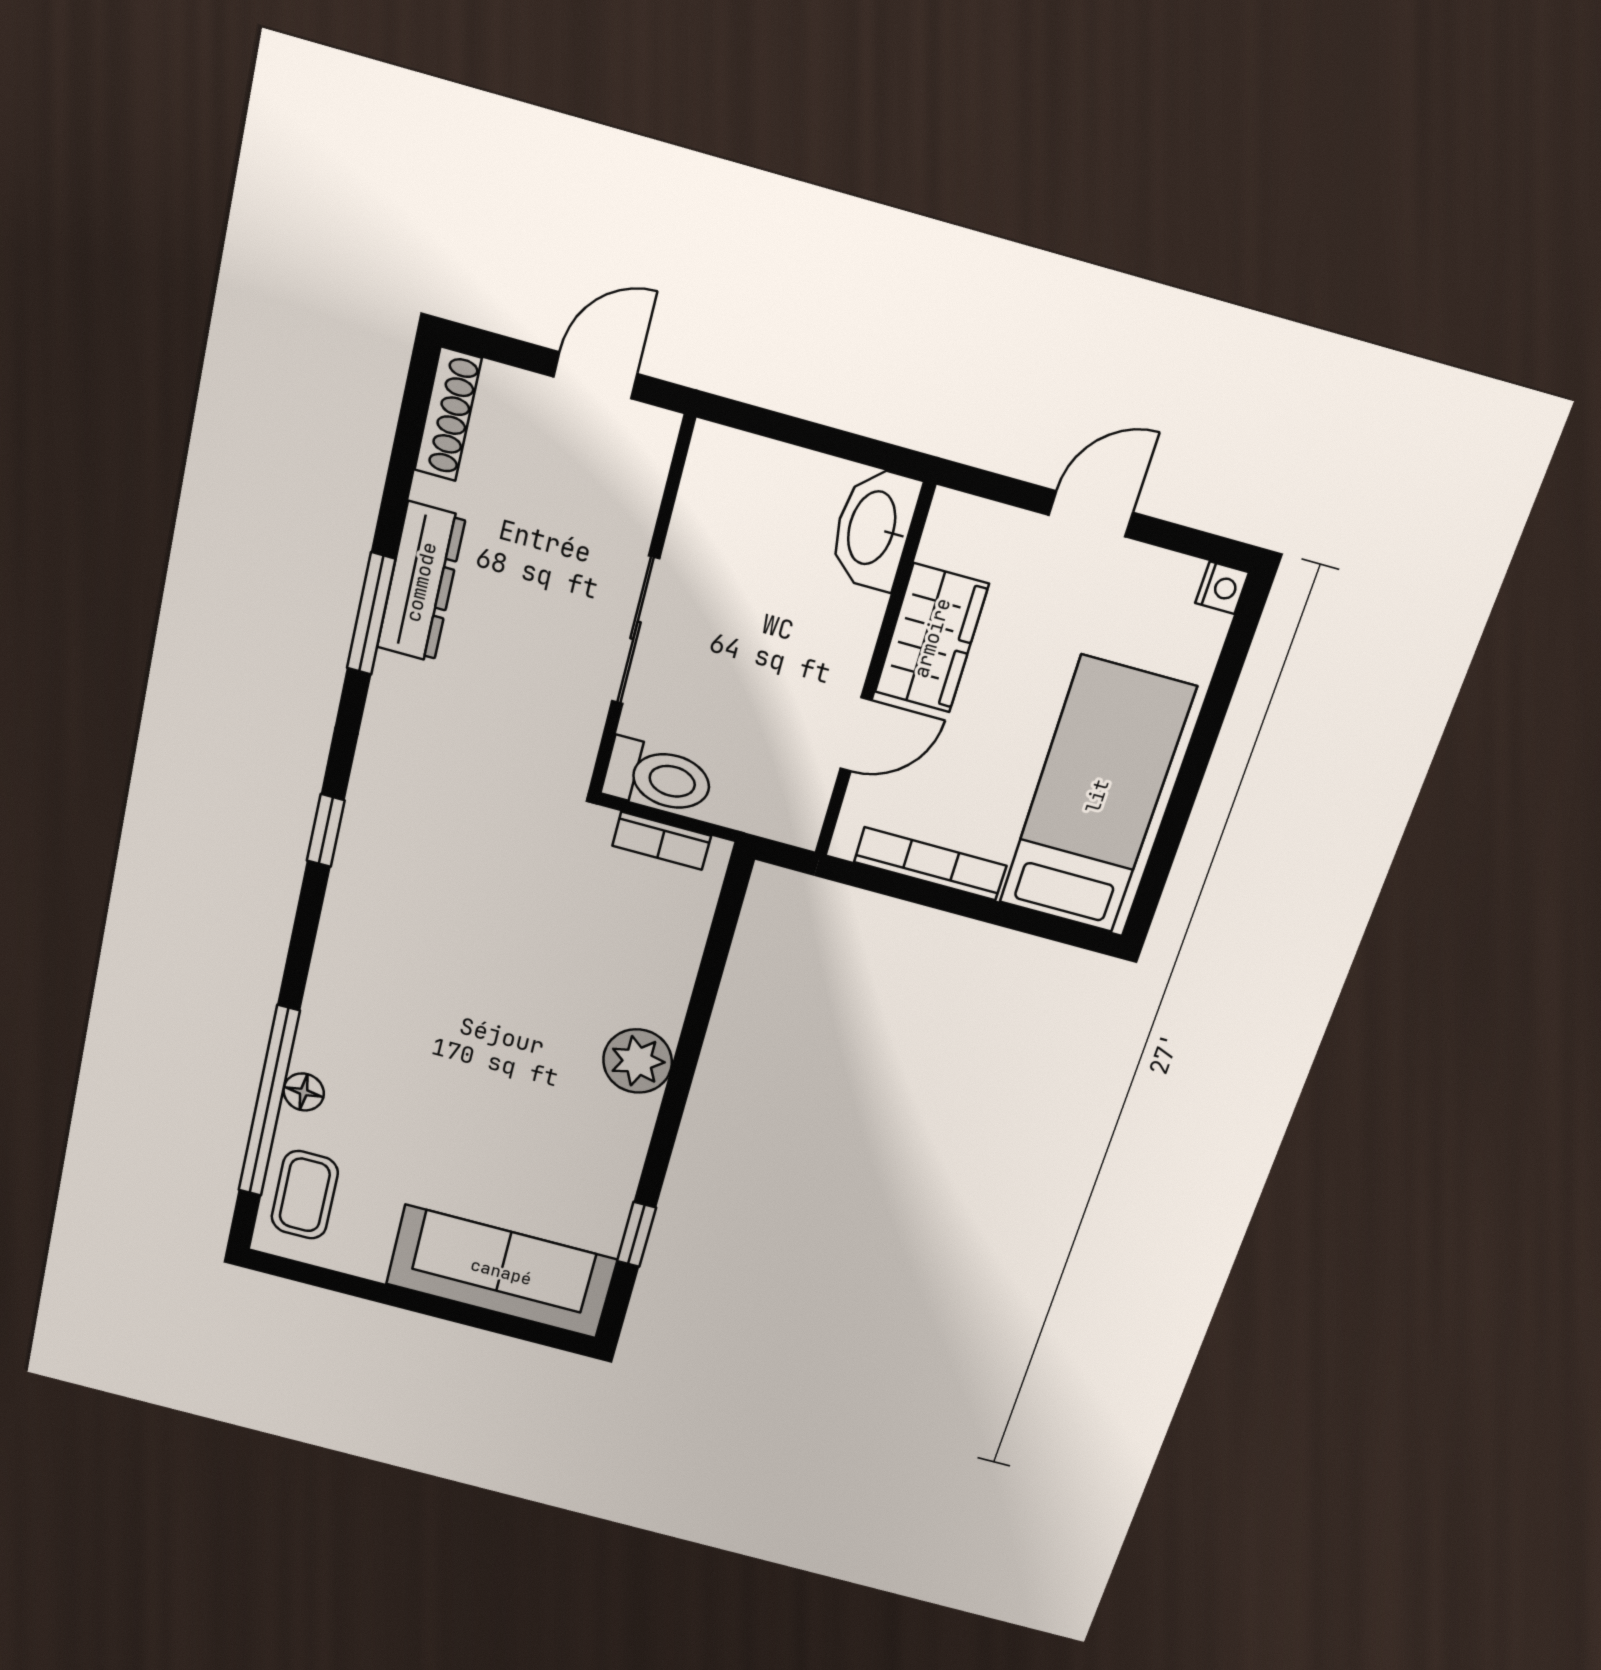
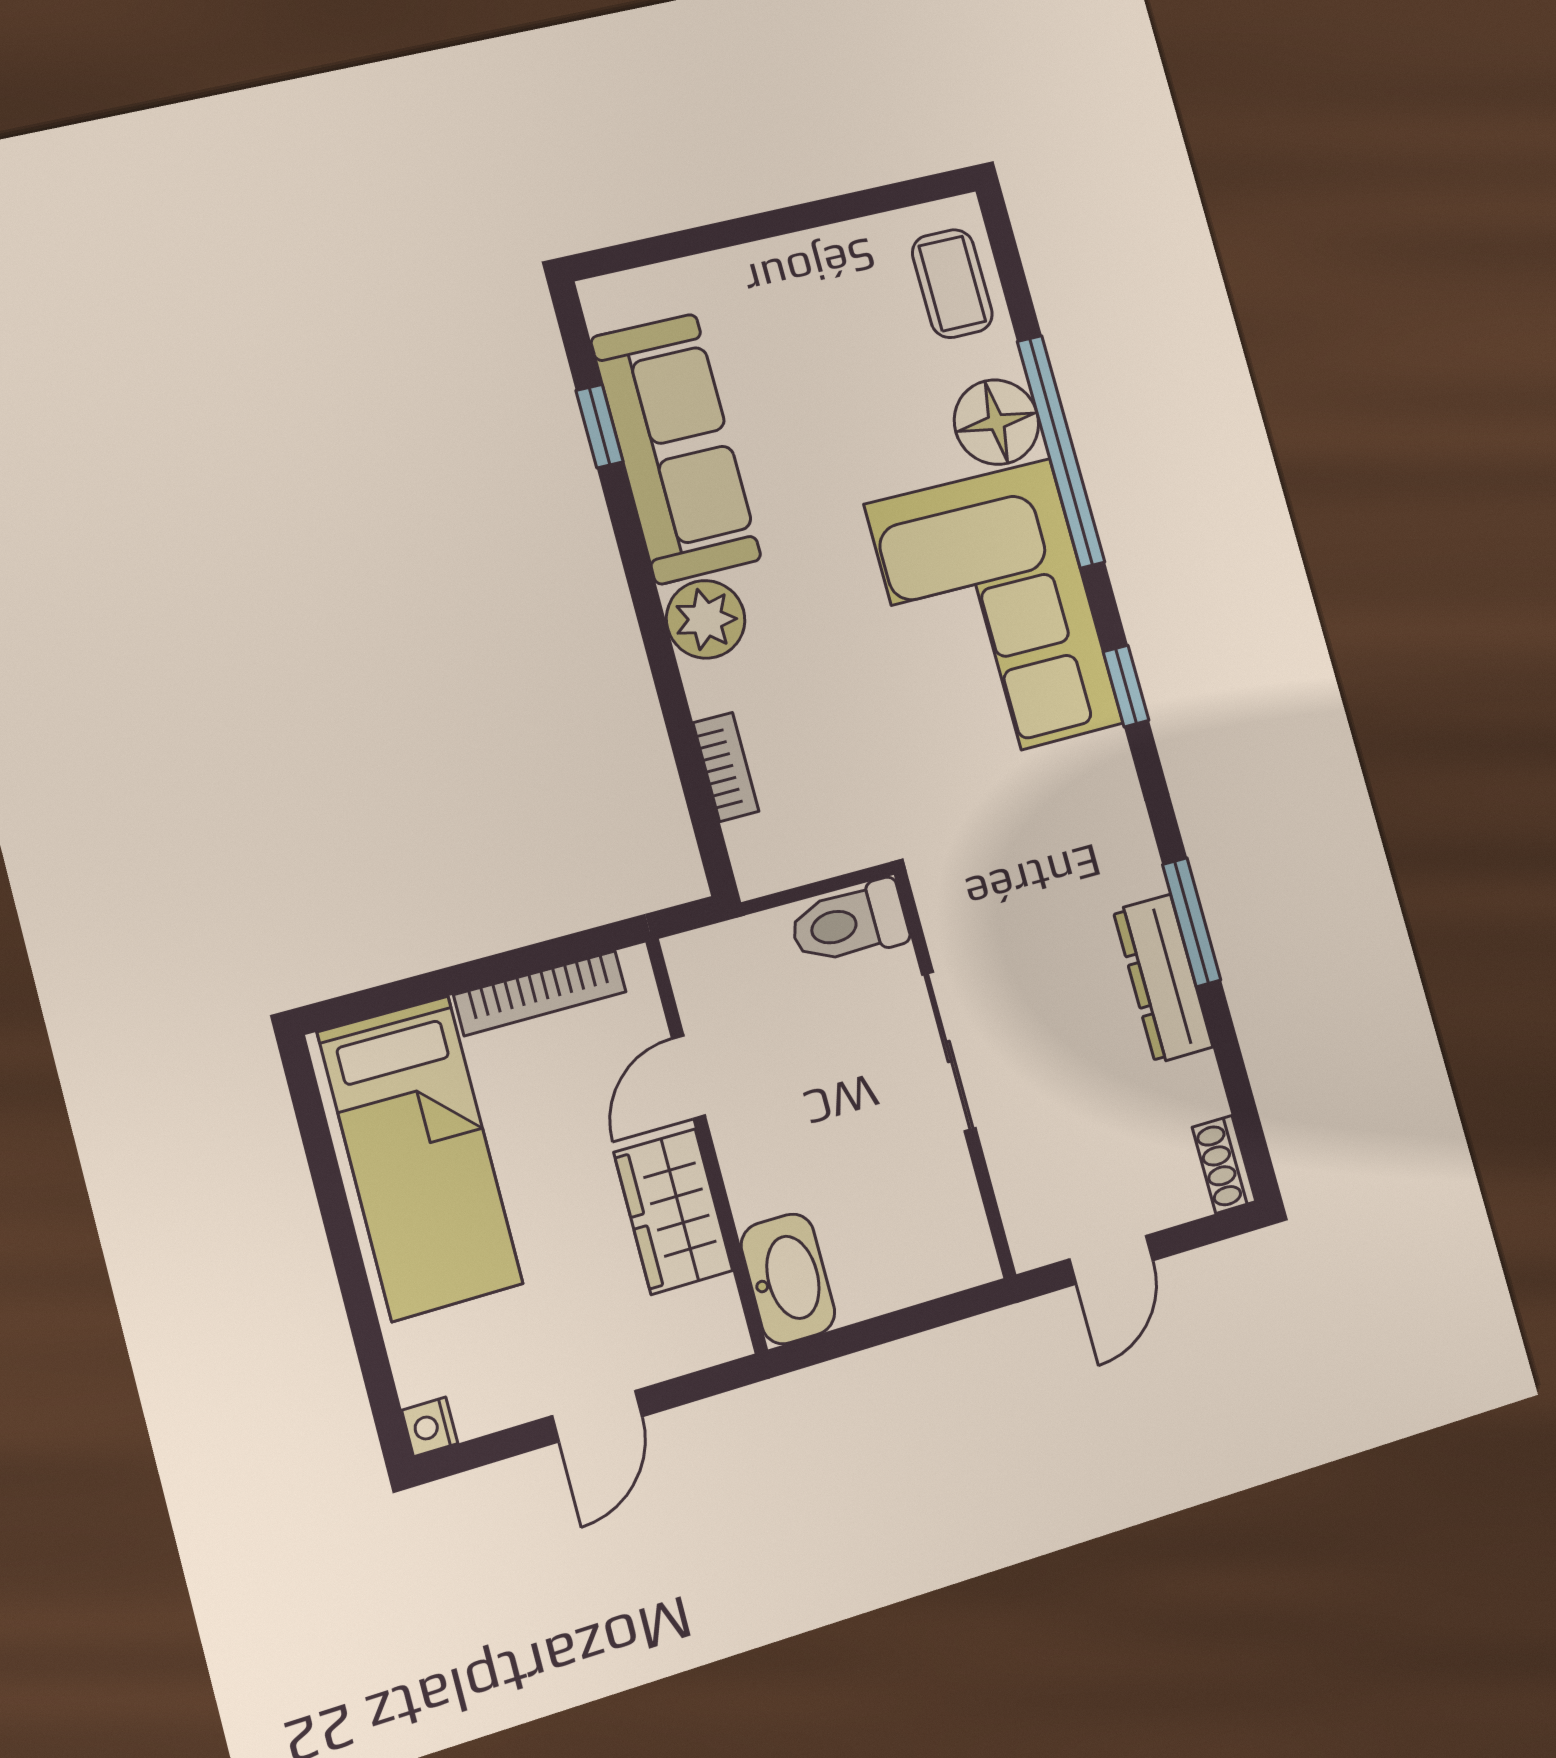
shoe rack: (448, 414) -> (1224, 1164), width x0.70
bookcase: (662, 841) -> (726, 767), moved, turned 90
corner sofa: (406, 943) -> (994, 614), added
floor lamp: (304, 1092) -> (996, 422), width x1.89, depth x1.89
window: (269, 1102) -> (1061, 452), moved
sofa: (501, 1272) -> (676, 449), moved, turned -90

